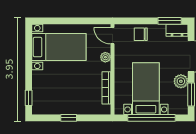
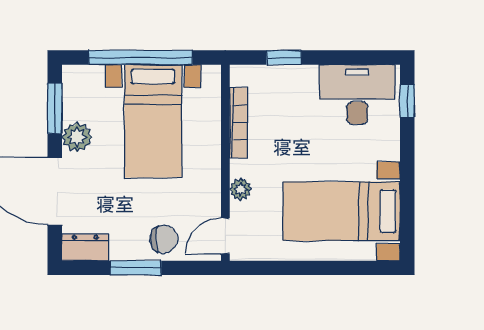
window: (170, 21) -> (136, 268), moved
door: (112, 36) -> (225, 236), swing flipped
desk: (52, 101) -> (357, 94), added
window: (69, 118) -> (284, 58), moved

